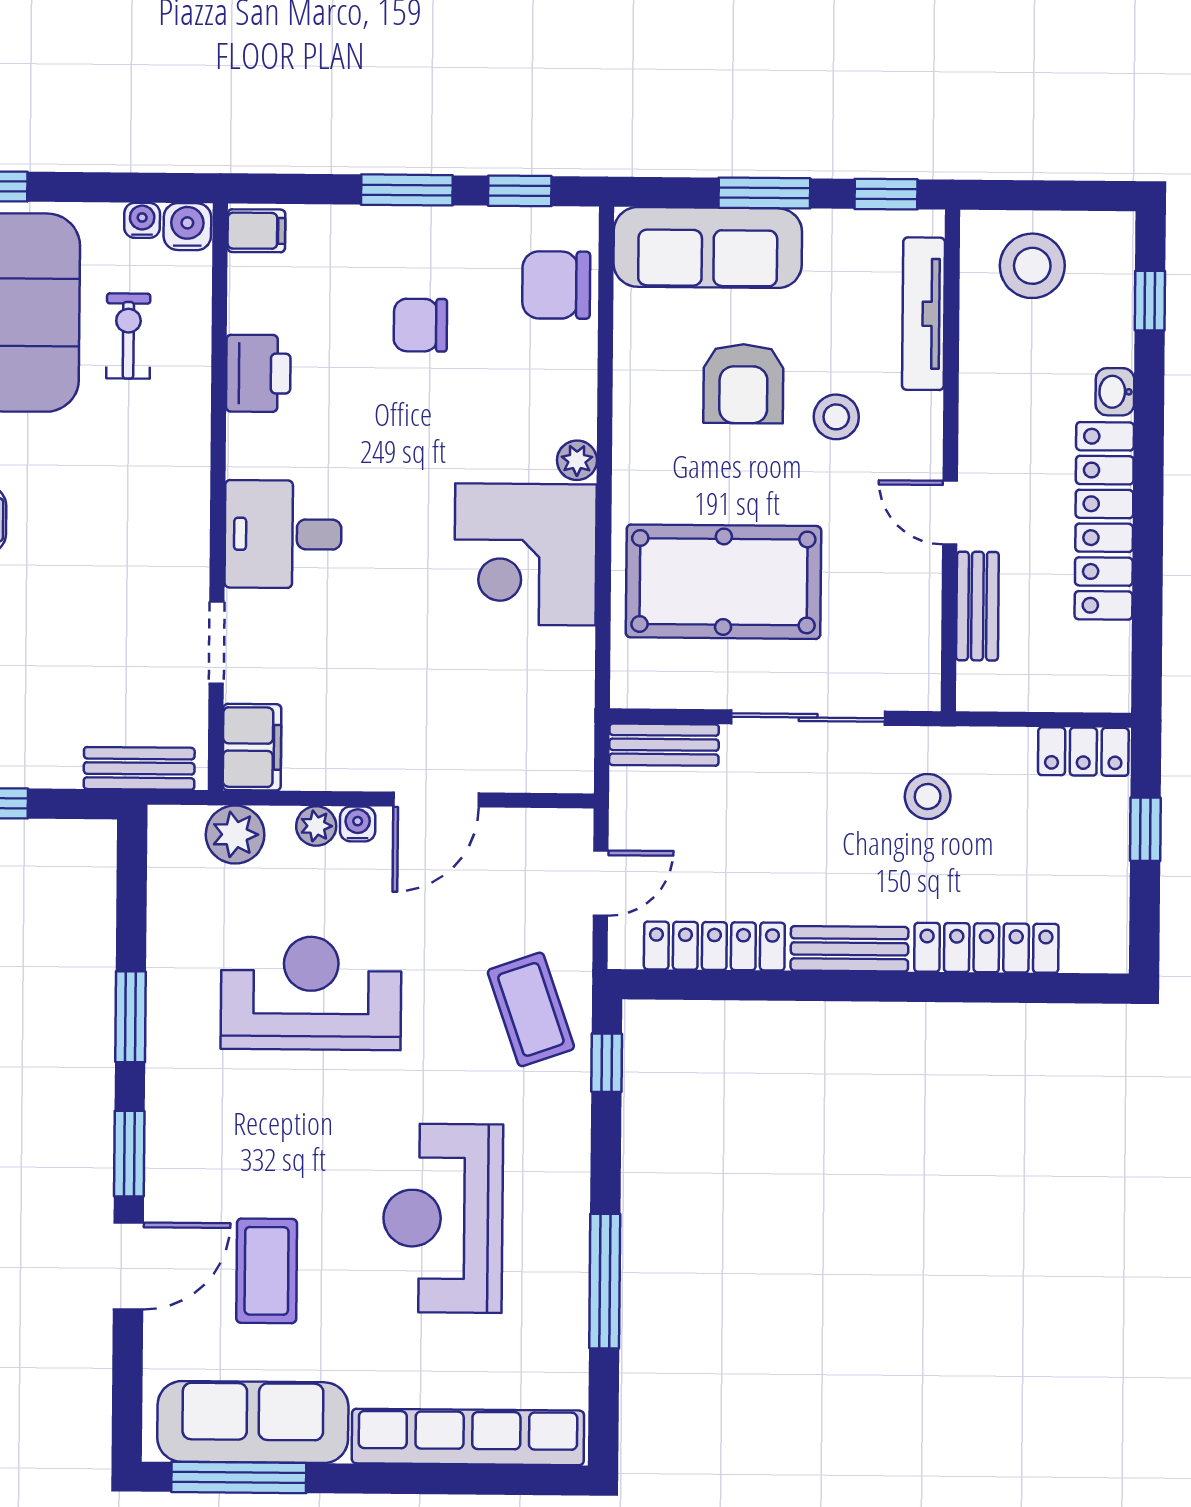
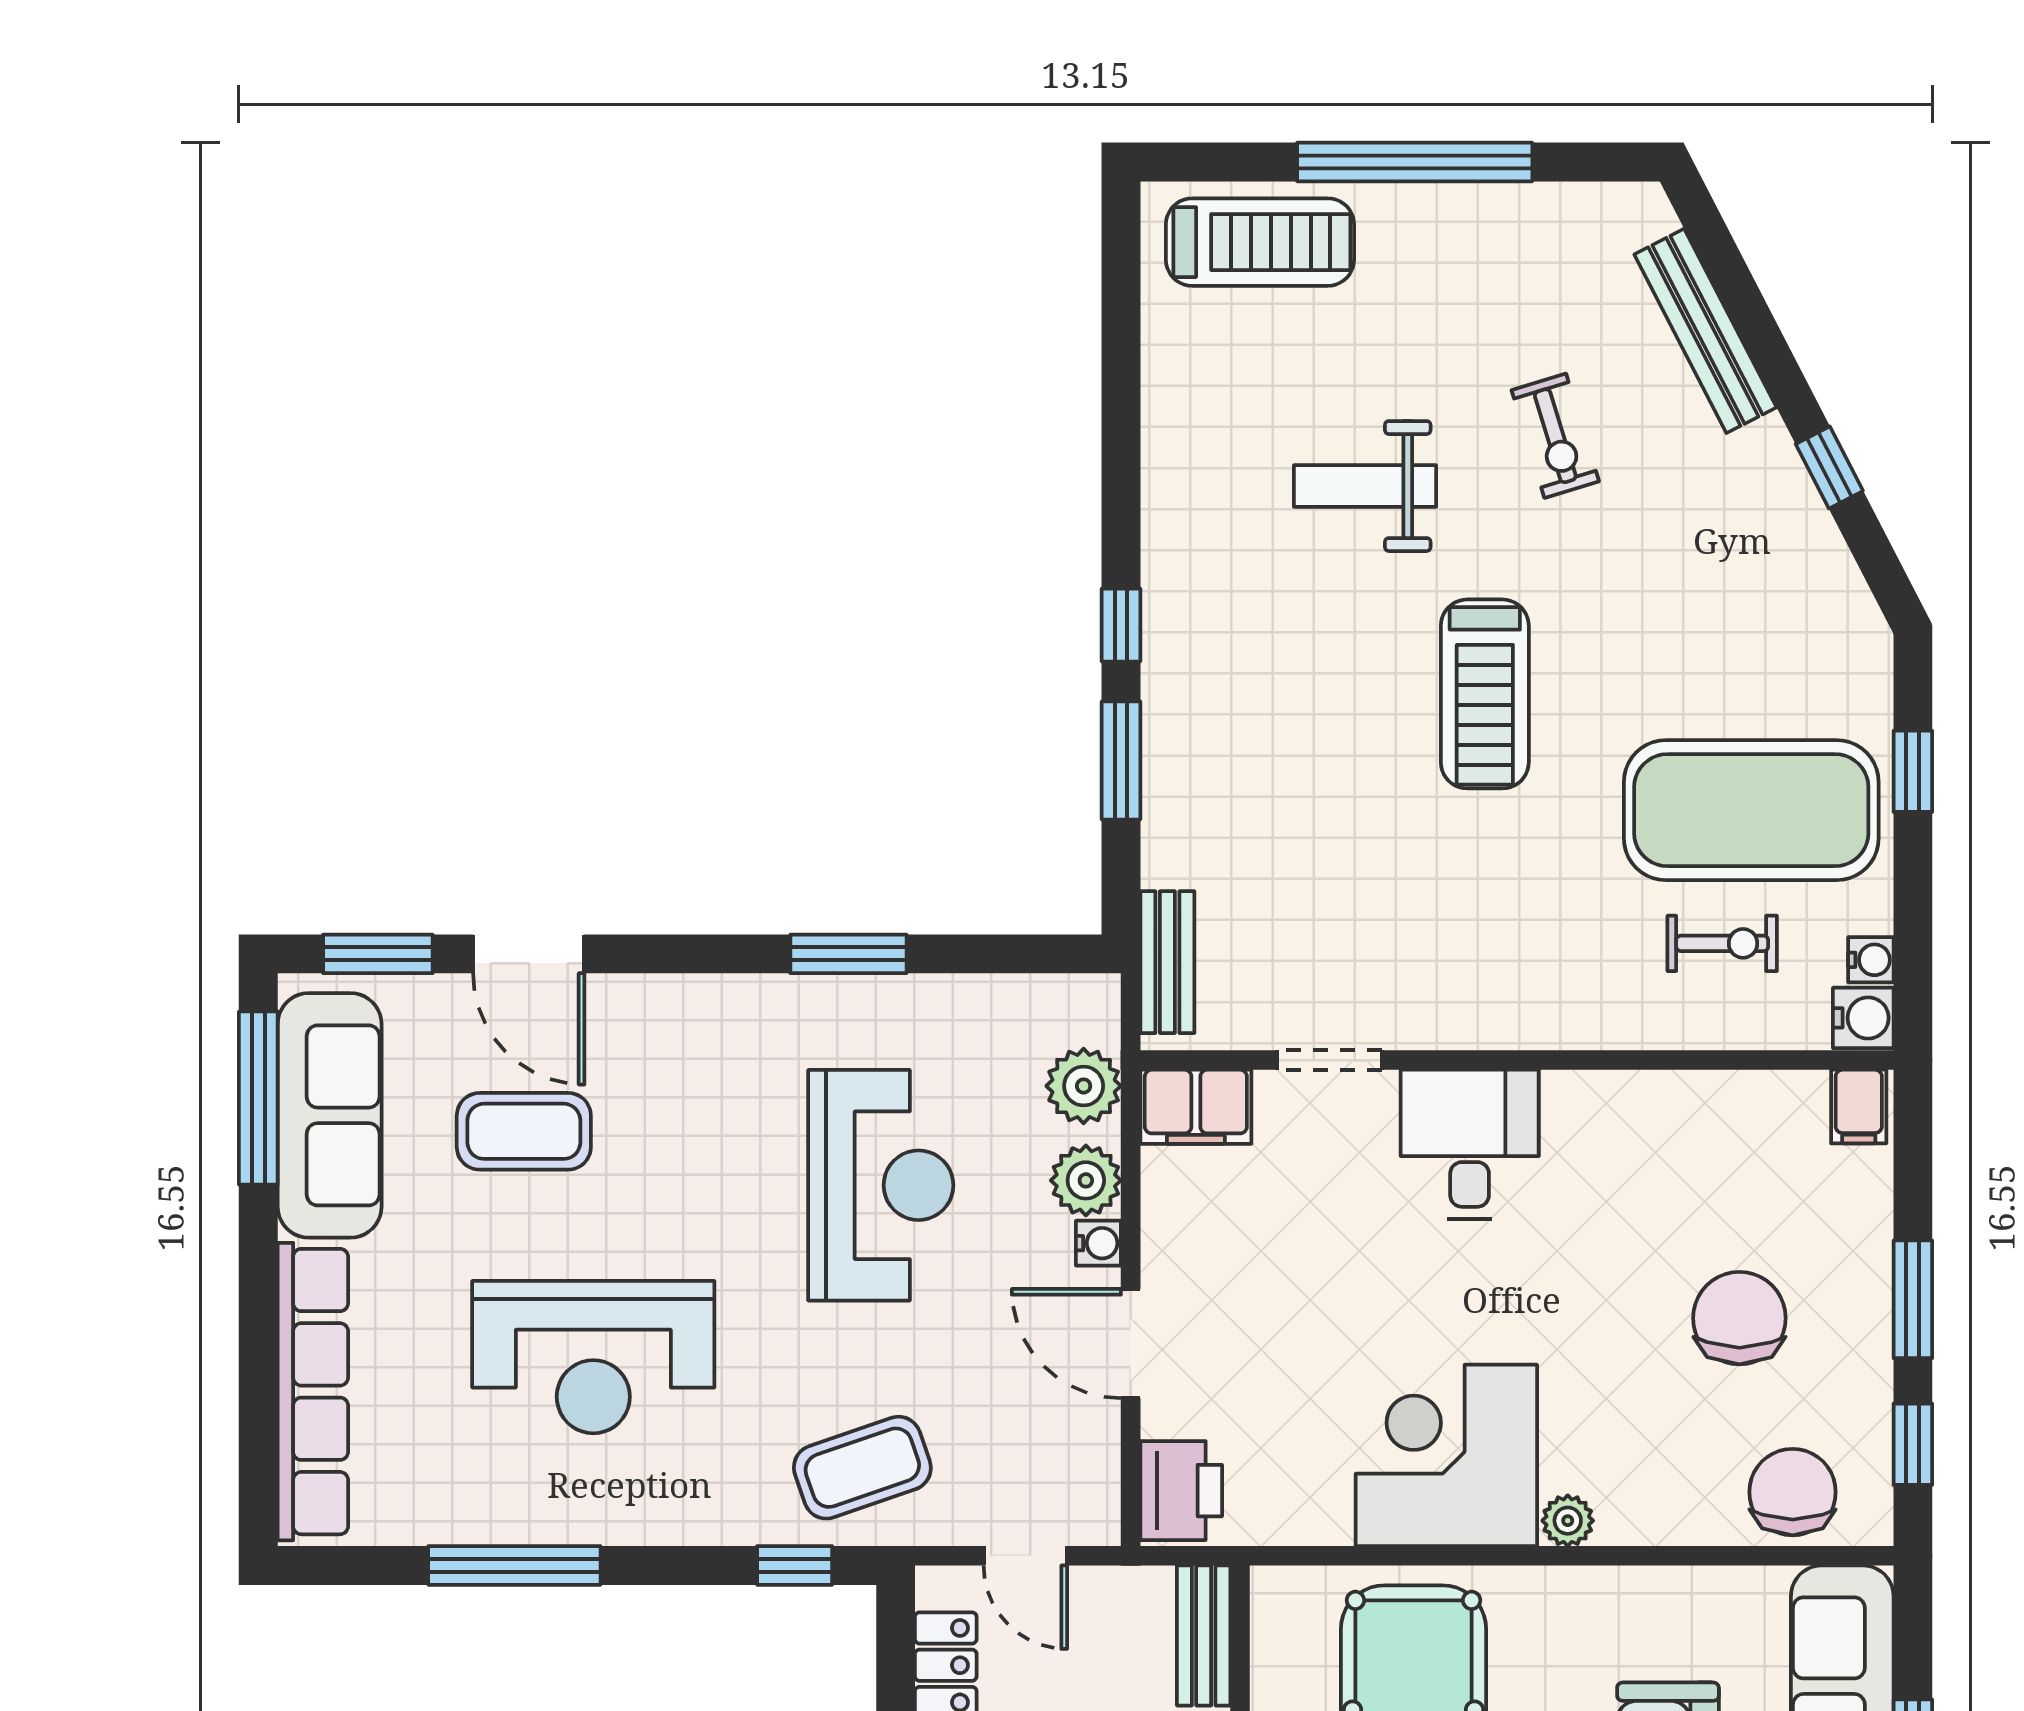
chair: (420, 325) -> (1739, 1318), width x1.37, depth x1.37
printer: (258, 373) -> (1181, 1491), moved, turned -90
plant: (316, 826) -> (1086, 1180), width x1.38, depth x1.38
window: (129, 1154) -> (378, 954), moved
reception desk: (443, 1218) -> (593, 1357), turned 180

